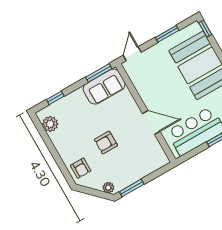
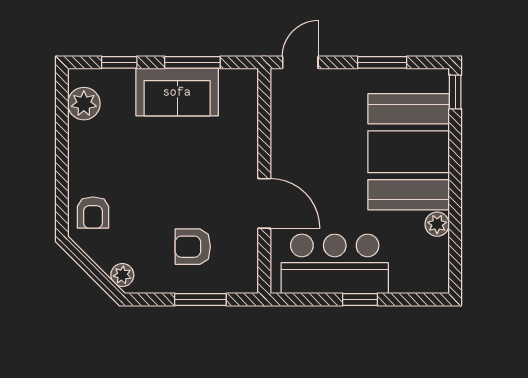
window: (99, 73) -> (192, 62), moved
sofa: (104, 87) -> (177, 92), moved
armchair: (106, 143) -> (193, 247), moved
window: (132, 188) -> (200, 299), moved

